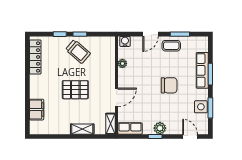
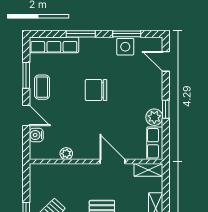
water cooler: (125, 41) -> (36, 135), moved
row of seats: (202, 70) -> (54, 45), moved
chair: (169, 85) -> (96, 90), turned -90
plant: (160, 128) -> (154, 117), moved
door: (190, 137) -> (166, 61), hinge flipped

